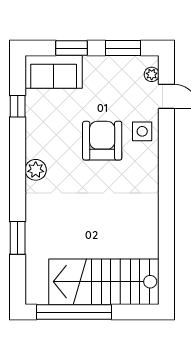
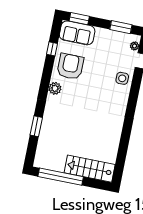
window: (71, 48) -> (79, 19), moved
armchair: (102, 141) -> (70, 67), moved
stairs: (104, 282) -> (90, 169), width x0.73, depth x0.66

